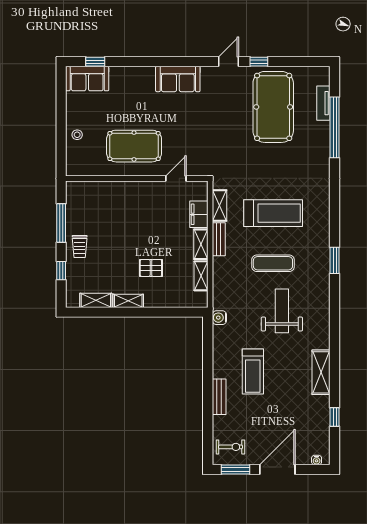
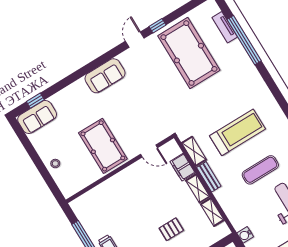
pool table: (134, 146) -> (103, 146), turned 90
door: (176, 178) -> (149, 151), swing flipped

